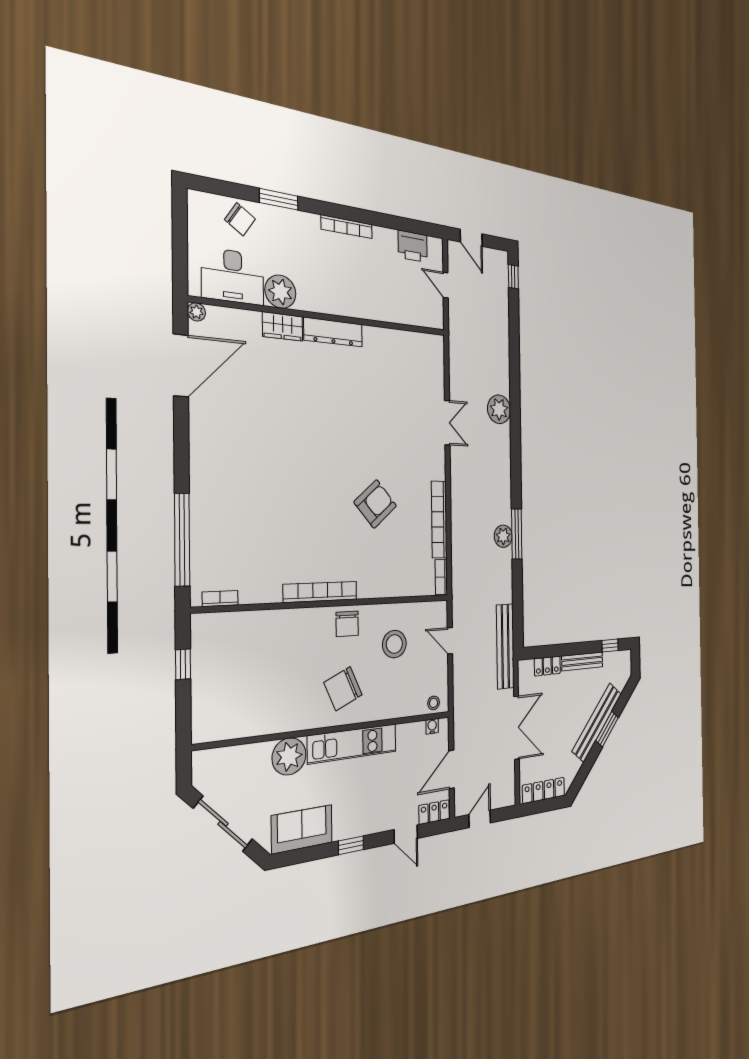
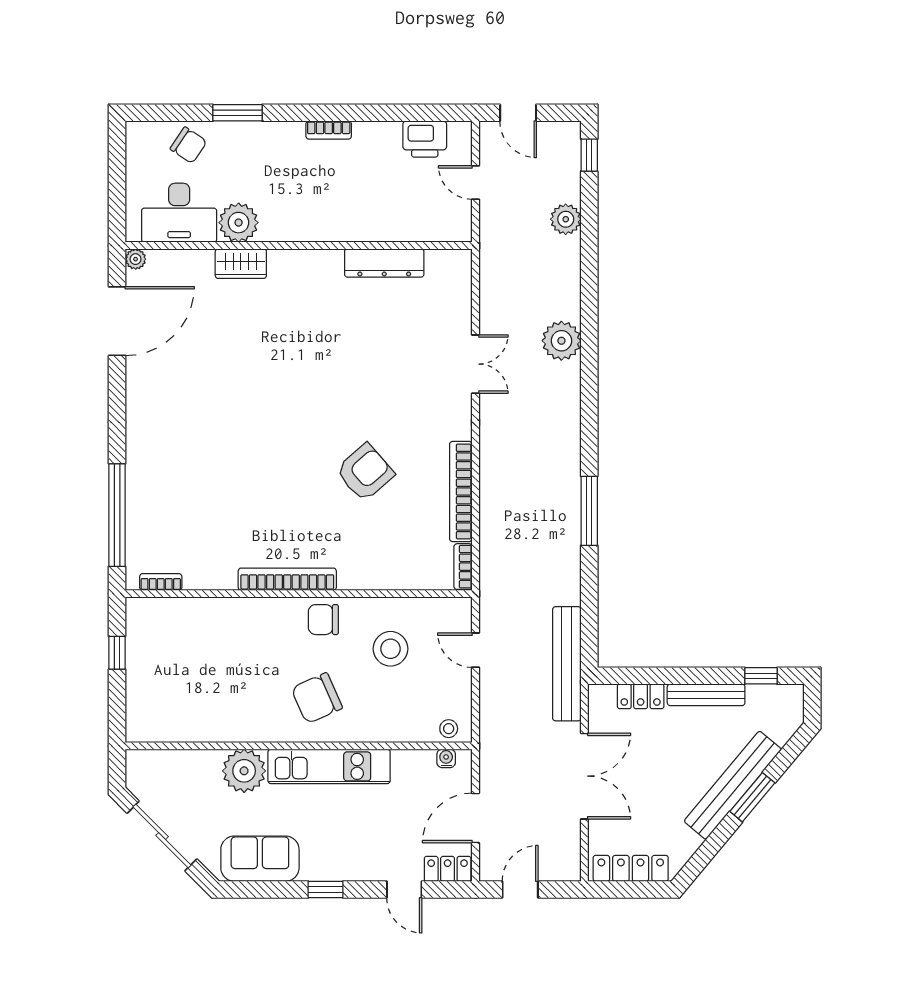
bookcase: (347, 227) -> (329, 130), width x0.64
dresser: (333, 332) -> (384, 263), moved
plant: (503, 536) -> (566, 219), moved
chair: (347, 624) -> (323, 620), turned 90

